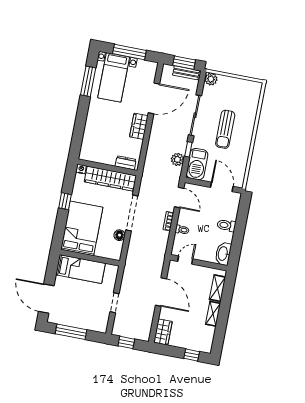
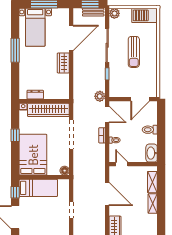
window: (88, 81) -> (15, 50), moved
plant: (177, 159) -> (100, 96), moved
dresser: (126, 163) -> (35, 95), moved
barbecue: (197, 164) -> (145, 15), moved, turned 90
door: (222, 187) -> (140, 99), swing flipped
floor lamp: (119, 235) -> (65, 171), moved
door: (185, 260) -> (122, 164), hinge flipped
window: (52, 269) -> (15, 192), added

